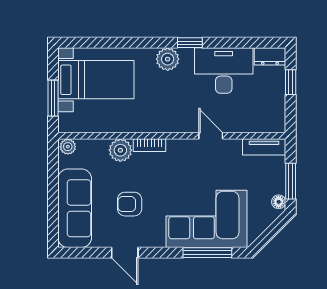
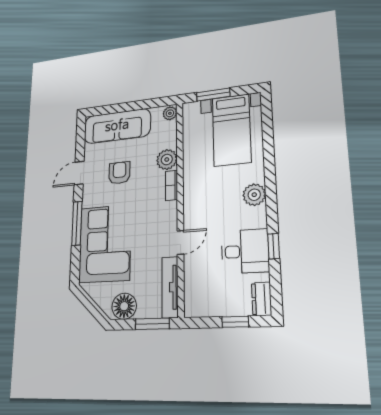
window: (190, 43) -> (274, 246), moved
desk: (224, 71) -> (245, 251), width x0.73
tv unit: (264, 147) -> (170, 287), width x1.41
window: (291, 181) -> (152, 324), moved
floor lamp: (279, 202) -> (124, 306), width x1.89, depth x1.89
window: (207, 253) -> (77, 223), moved

